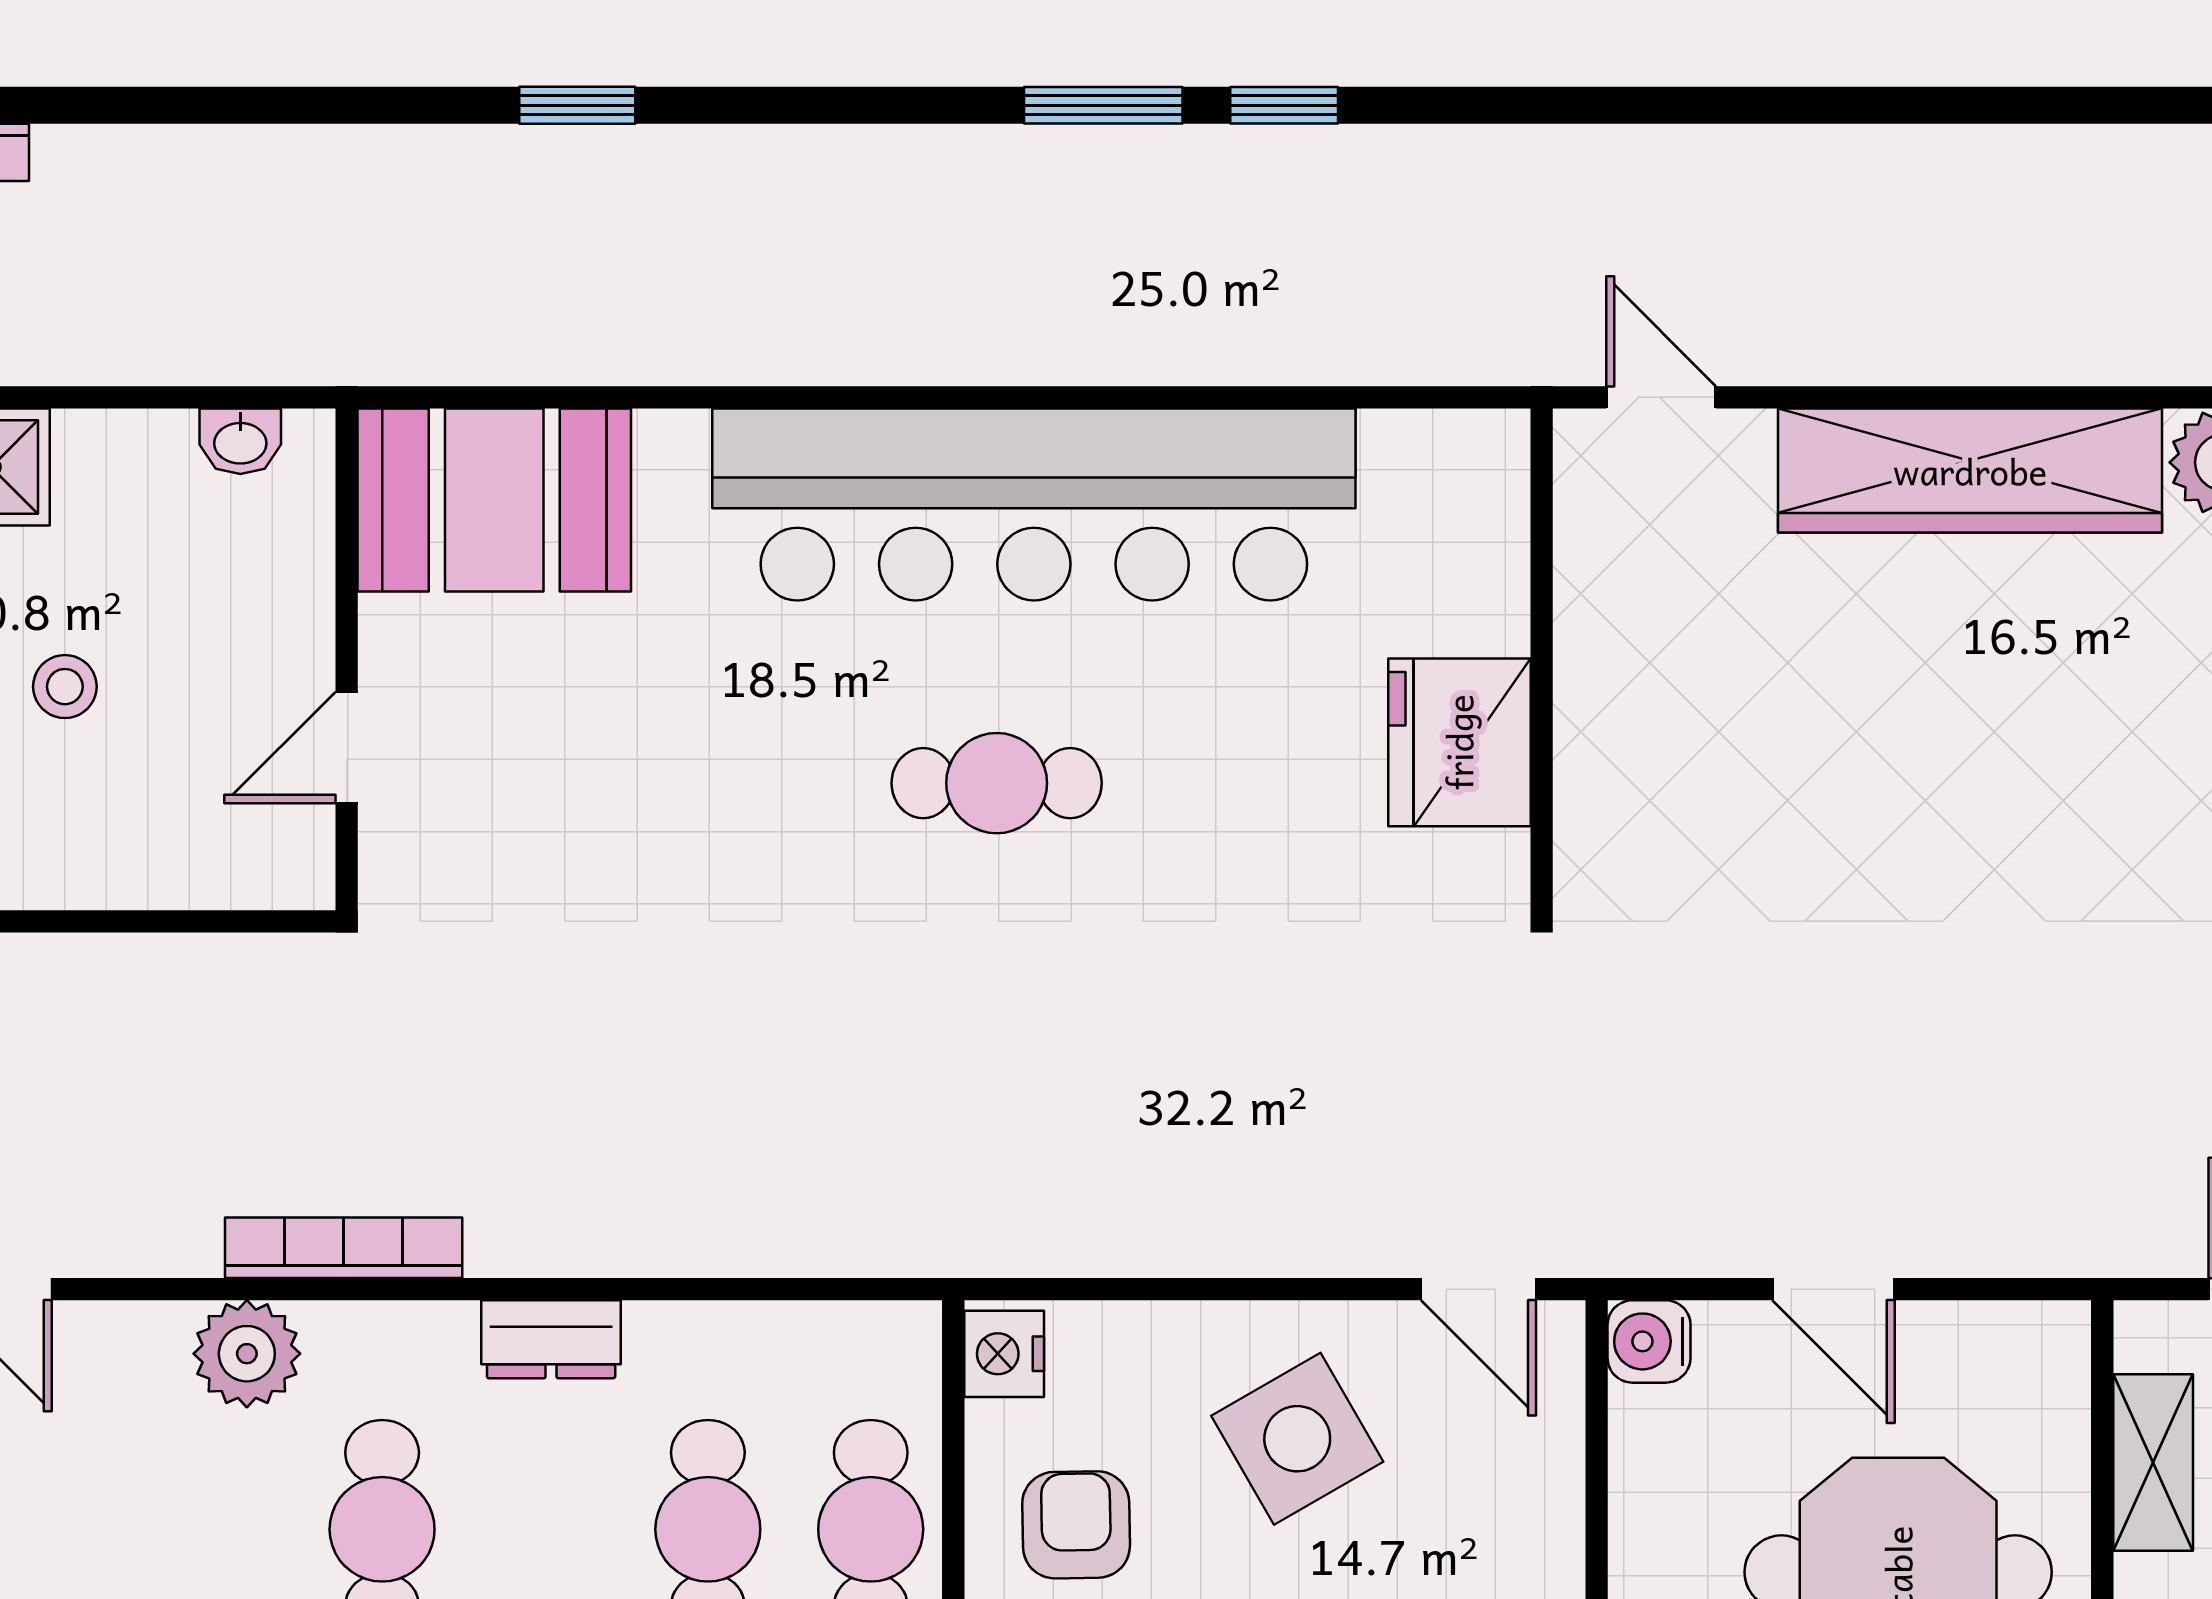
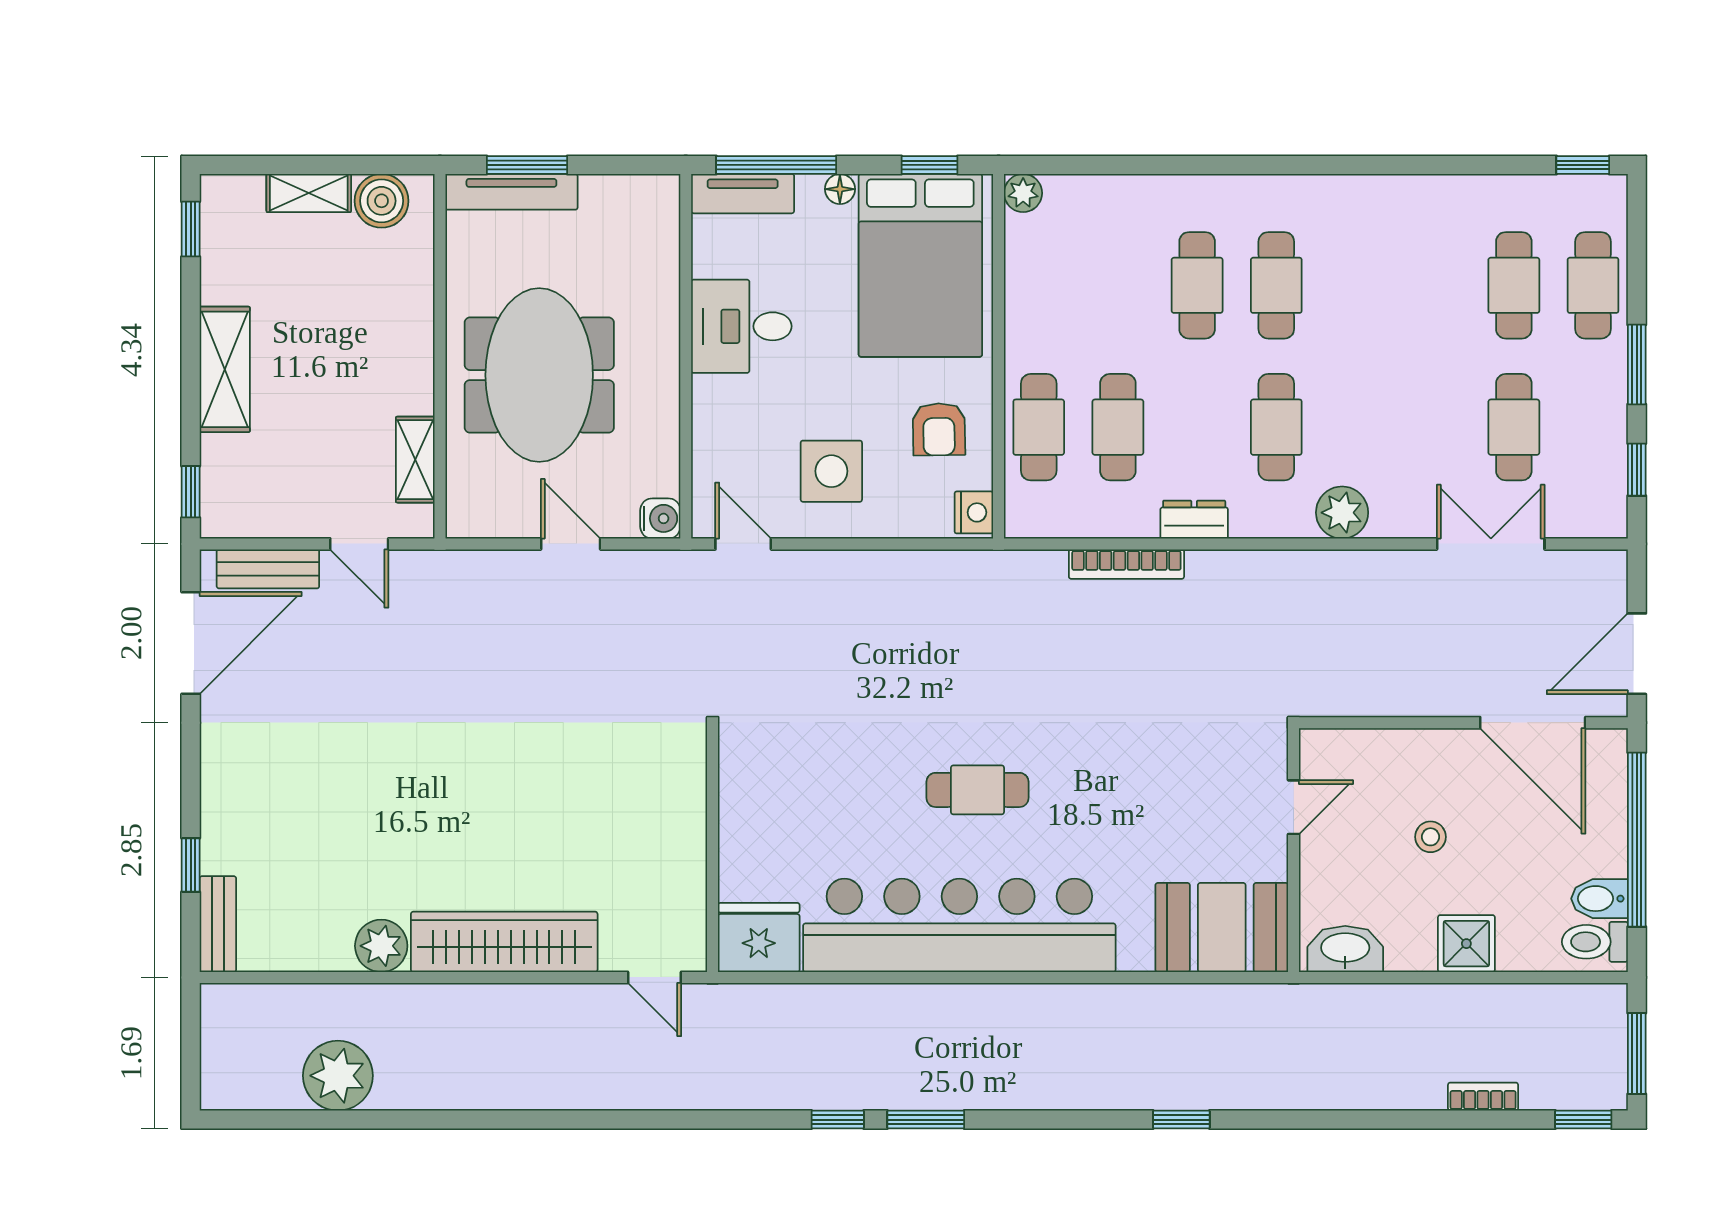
washbasin: (240, 441) -> (1345, 949), width x1.91, depth x1.45
fridge: (1459, 742) -> (759, 937), moved, turned -90
bookcase: (344, 1248) -> (1126, 564), moved
side table: (1297, 1439) -> (831, 471), turned 30

